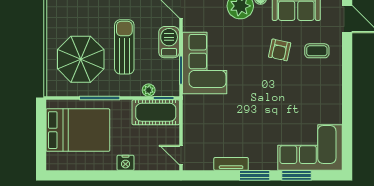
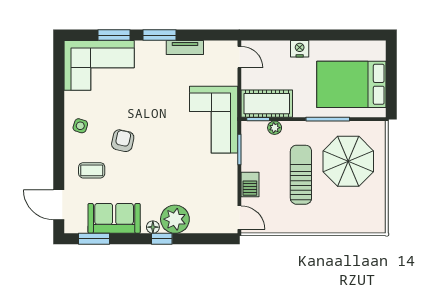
barbecue: (169, 42) -> (250, 184), width x0.73, depth x0.79
sun lounger: (124, 47) -> (301, 175), turned 180
armchair: (280, 50) -> (123, 141), moved
corner sofa: (205, 63) -> (214, 120), moved
side table: (327, 92) -> (80, 126), added

